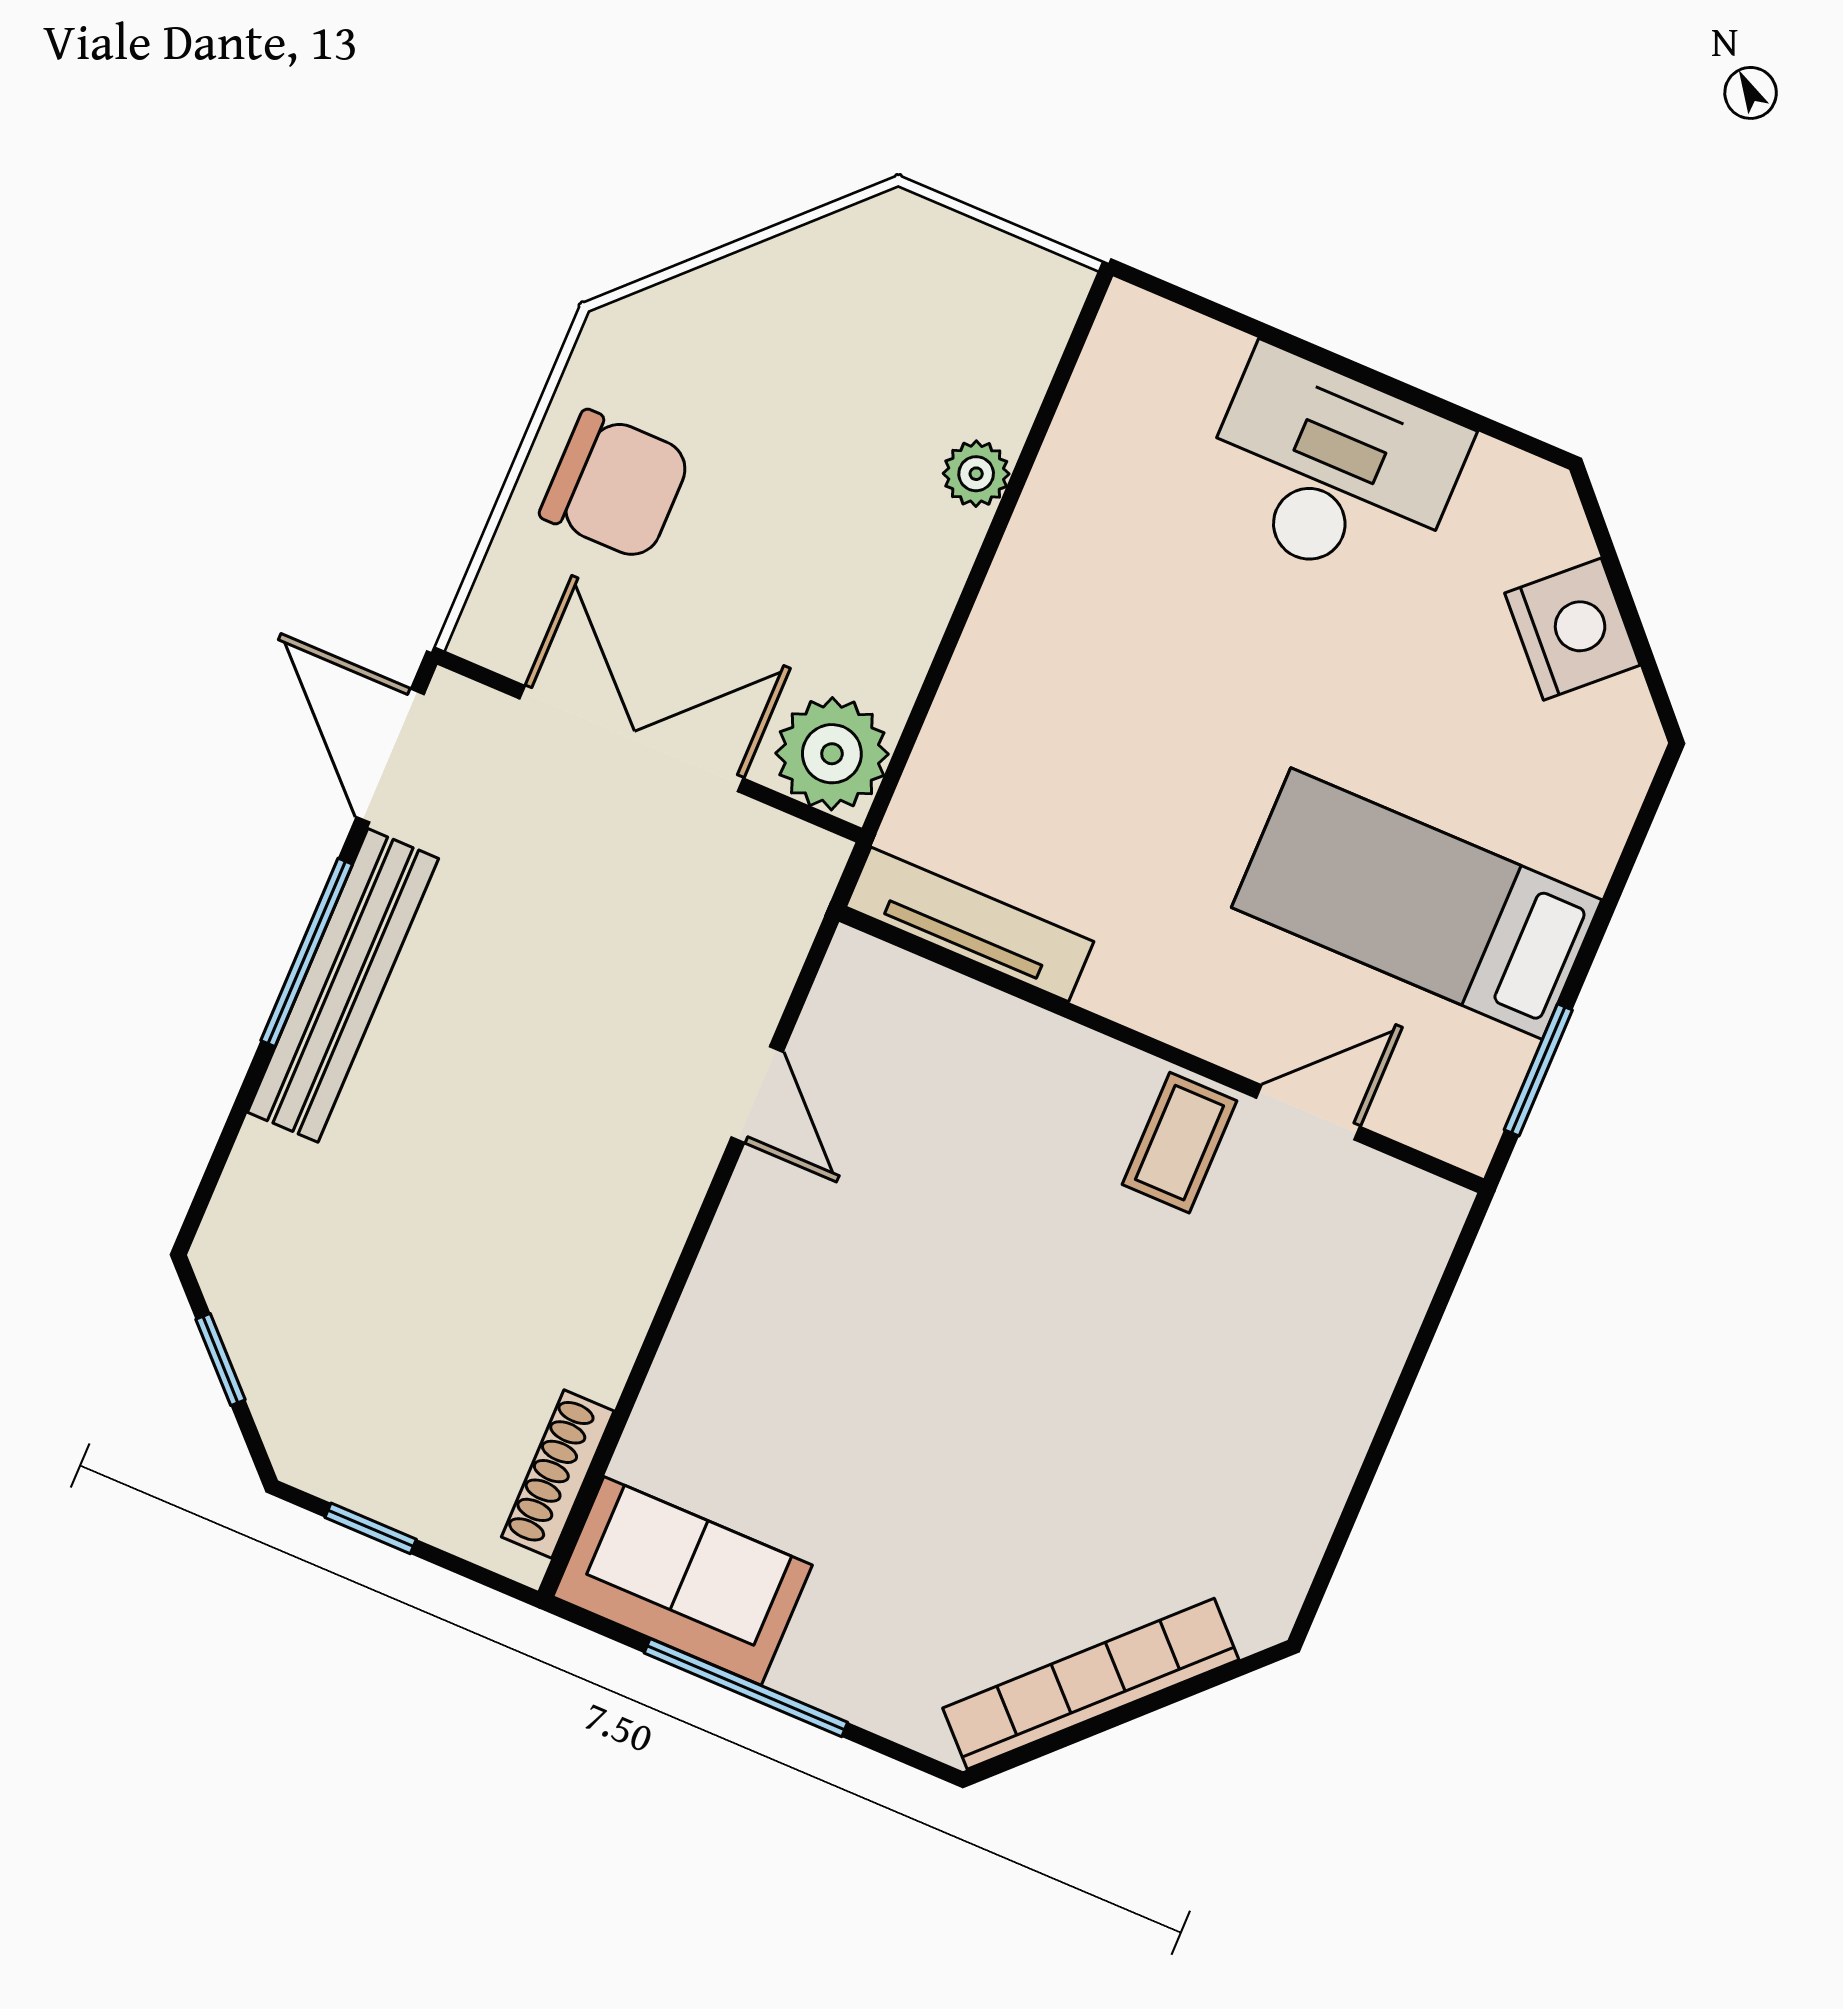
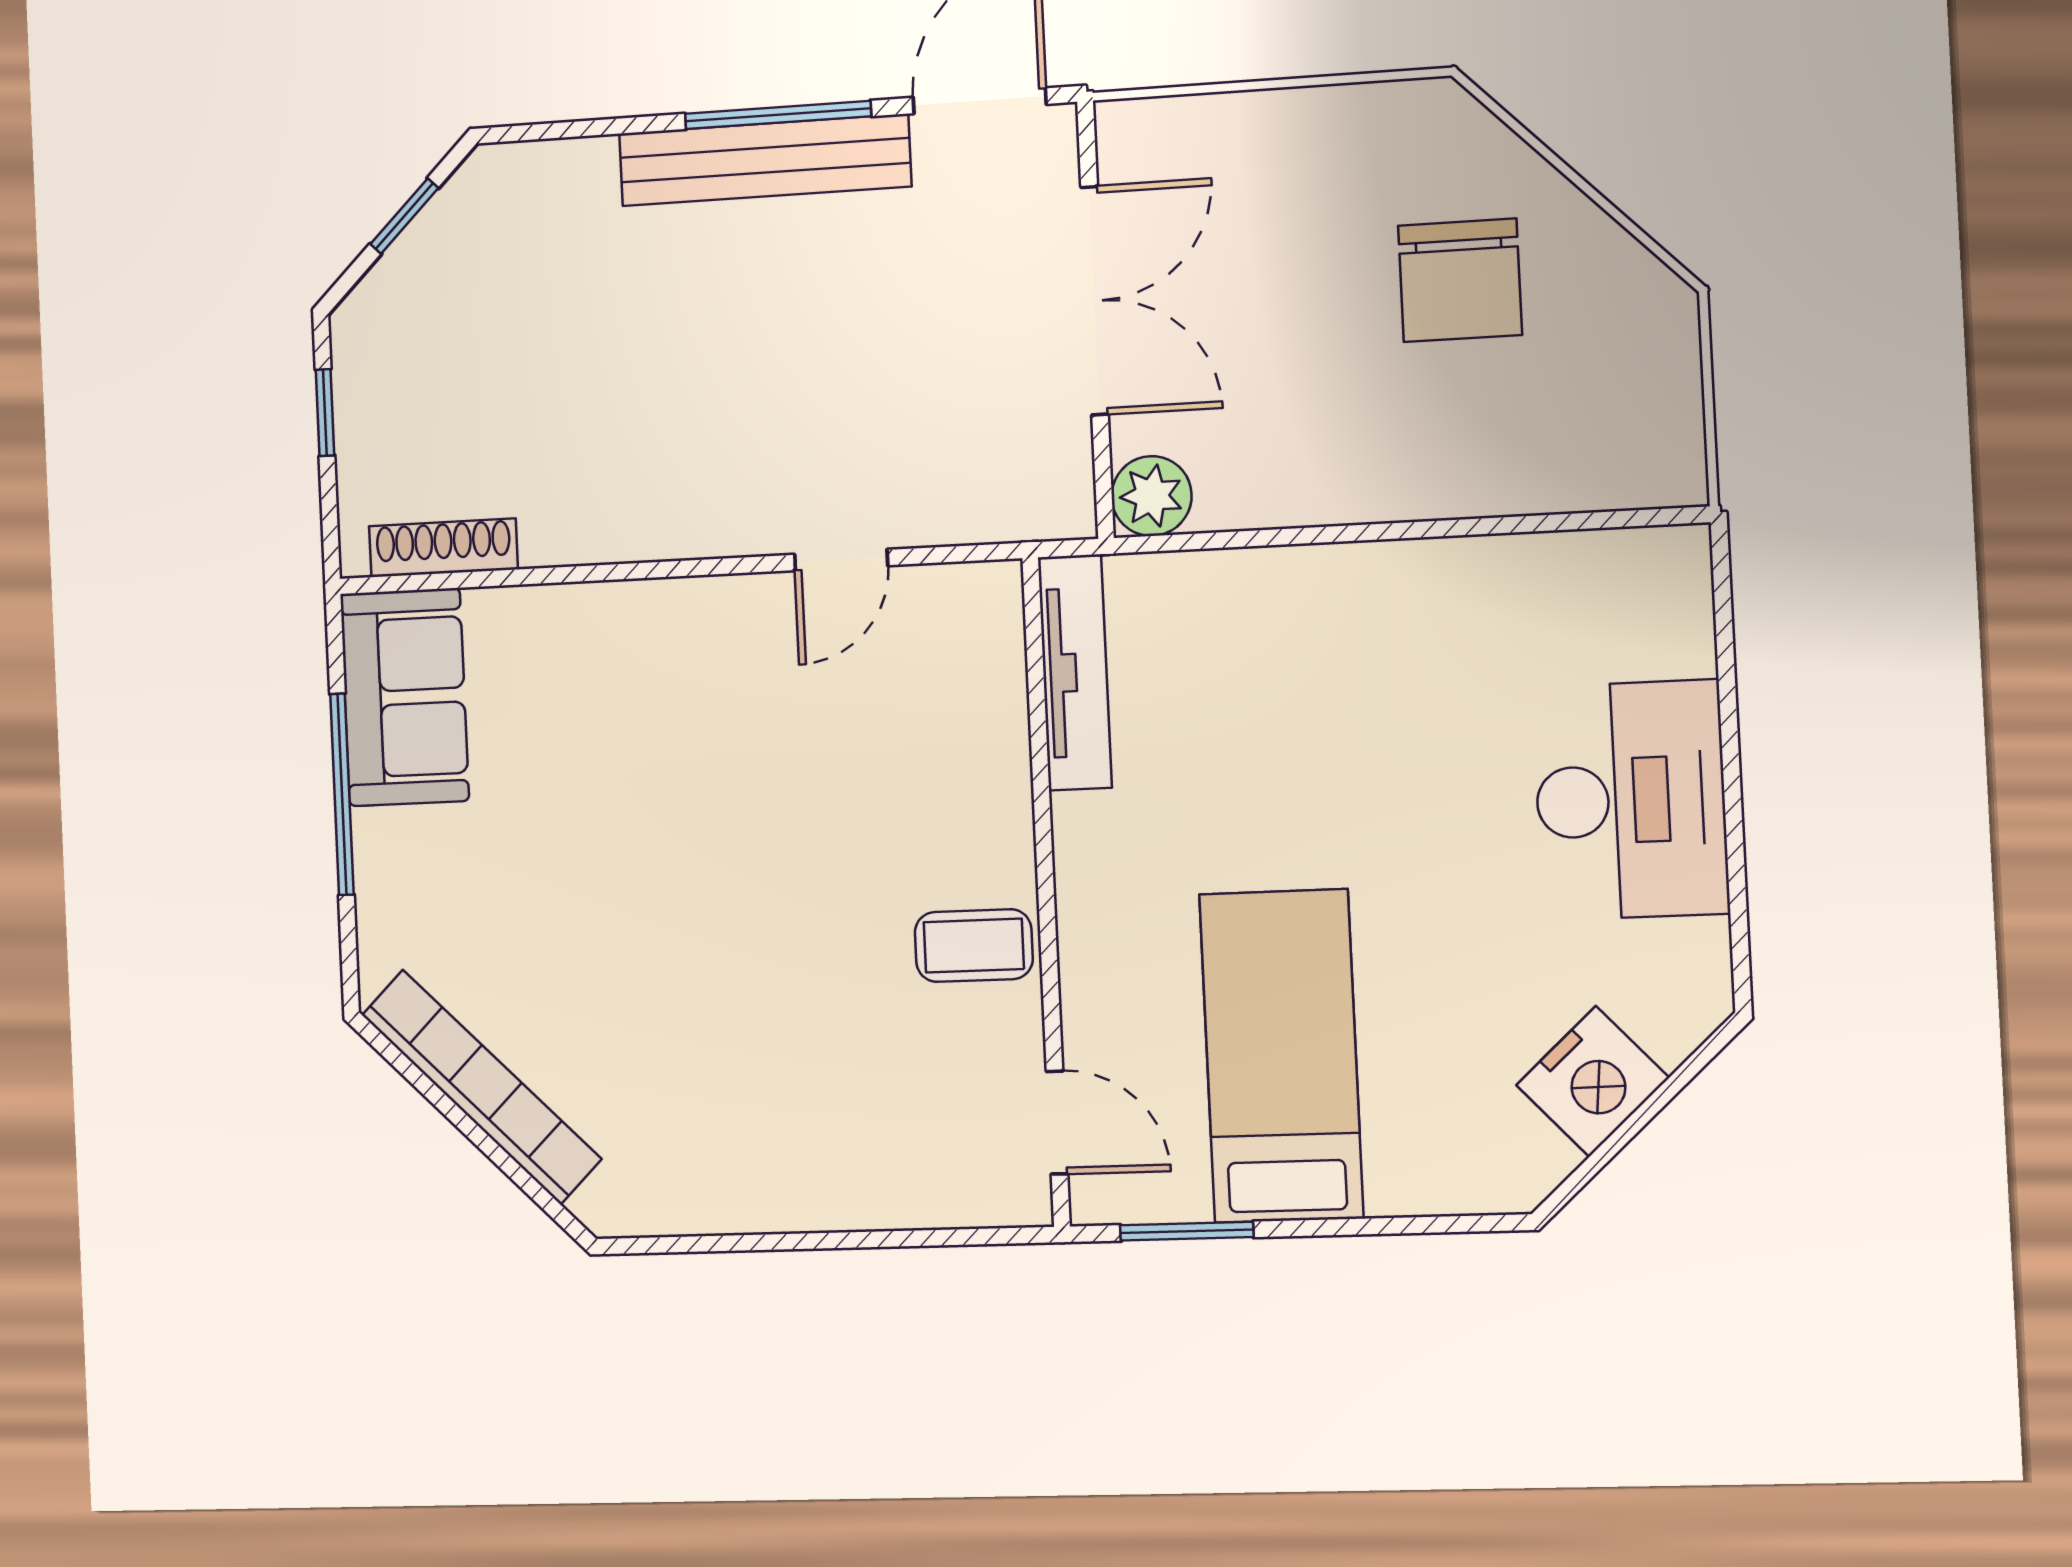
plant: (976, 474) -> (1474, 487), removed
chair: (616, 485) -> (1460, 280), moved
plant: (832, 754) -> (1152, 496), width x0.73, depth x0.73
door: (1308, 1112) -> (1057, 1123), moved

